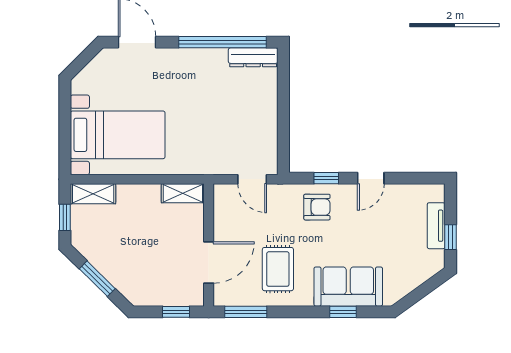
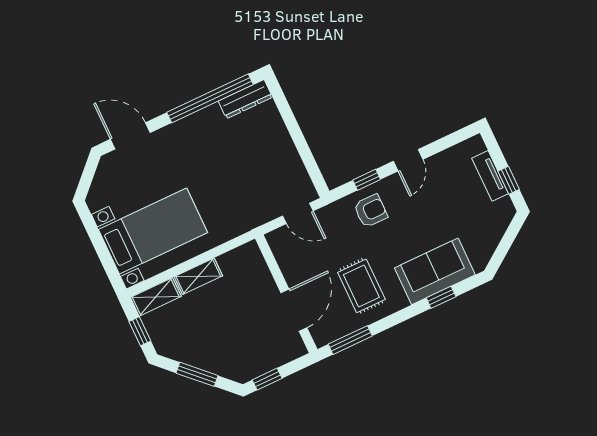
shelving: (183, 193) -> (198, 276), moved
window: (176, 312) -> (267, 379), moved

